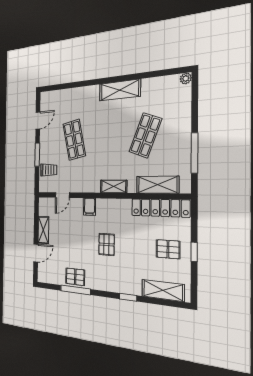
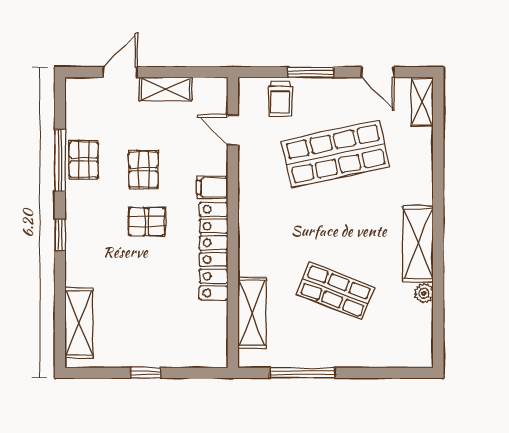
plant: (186, 78) -> (424, 293), moved
shop shelf: (74, 140) -> (336, 154), width x1.43, depth x1.36
shelving: (114, 186) -> (422, 102), moved
locker: (160, 208) -> (214, 251), moved
pallet: (168, 249) -> (143, 170), moved
door: (36, 253) -> (120, 72), swing flipped
window: (128, 297) -> (60, 235), moved

